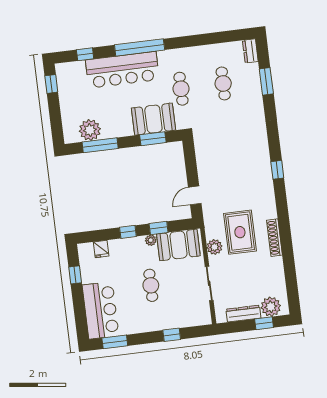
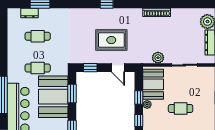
dresser: (250, 51) -> (29, 13), moved
booth: (153, 119) -> (53, 97), width x1.36, depth x1.42
window: (190, 159) -> (90, 68), added
rug: (240, 232) -> (111, 40), moved

